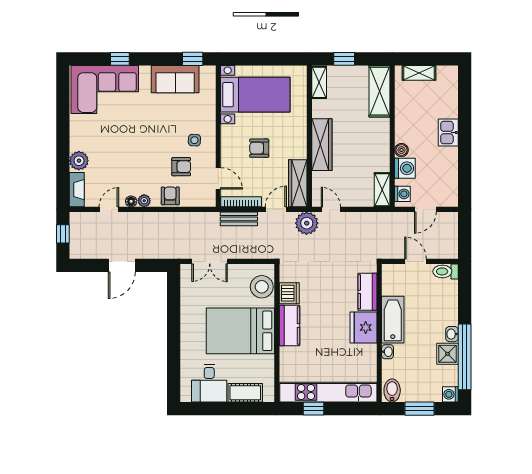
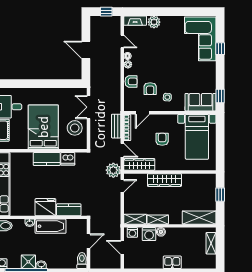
sofa: (175, 79) -> (201, 102), moved, turned 90
shelving: (319, 82) -> (158, 220), moved
stool: (262, 287) -> (75, 128), moved

